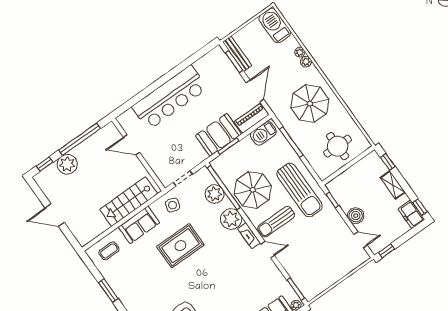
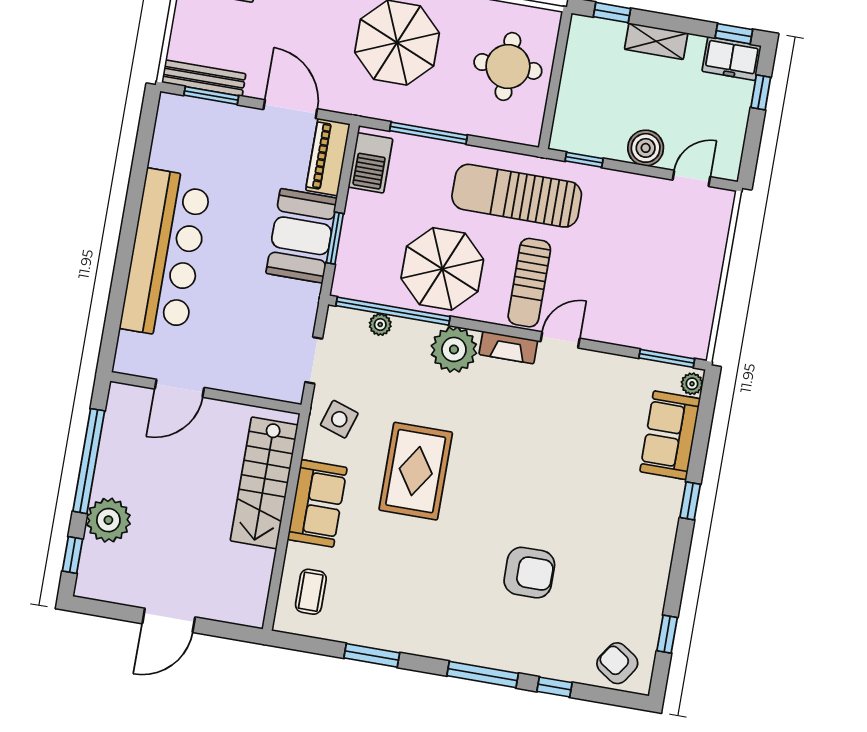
sun lounger: (300, 190) -> (517, 196), turned 180
plant: (214, 194) -> (380, 325), width x0.53, depth x0.53
window: (387, 251) -> (761, 92), moved

